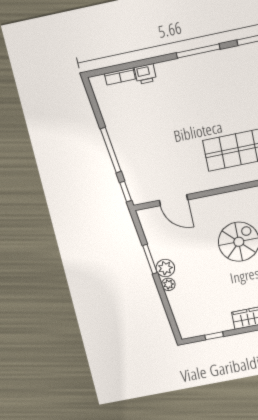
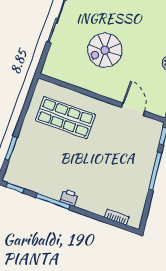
printer: (145, 74) -> (69, 198), moved

